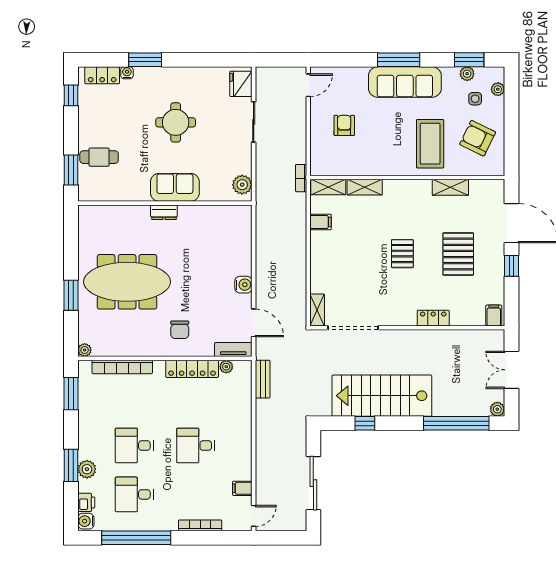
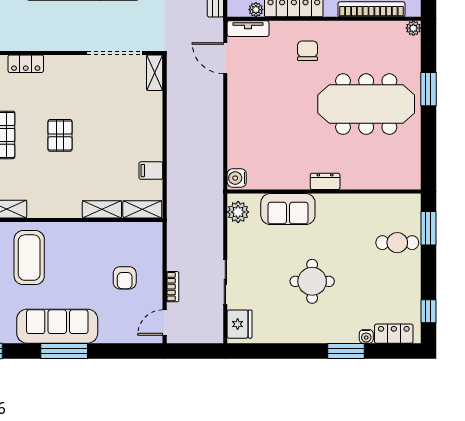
bookcase: (301, 178) -> (173, 287), moved
sofa: (175, 187) -> (288, 209), moved
water cooler: (243, 285) -> (237, 178), moved

